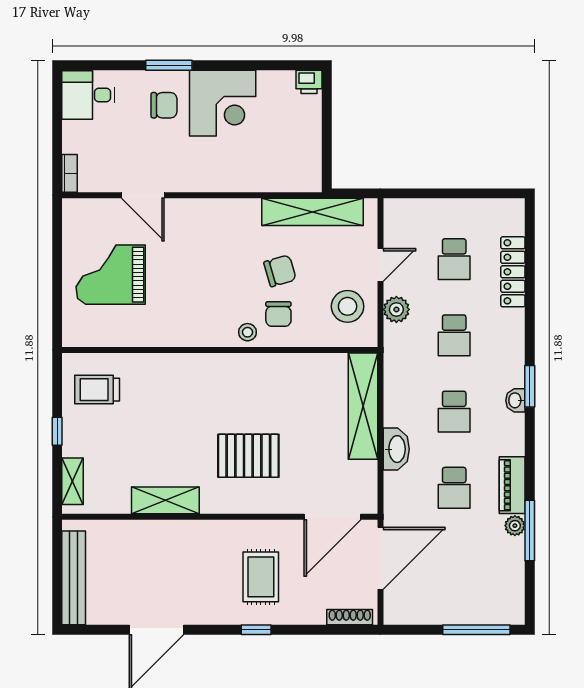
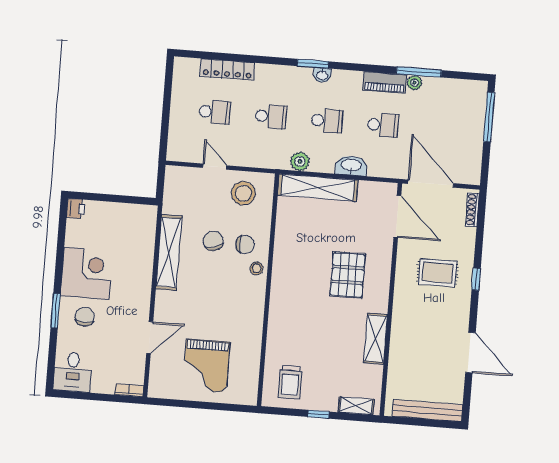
shelving: (312, 212) -> (169, 252), moved
plant: (396, 309) -> (300, 161), moved

